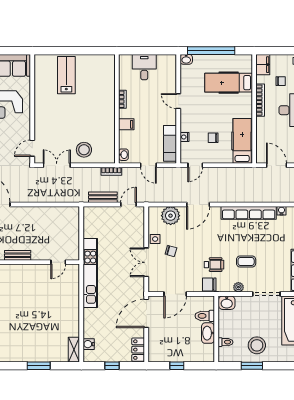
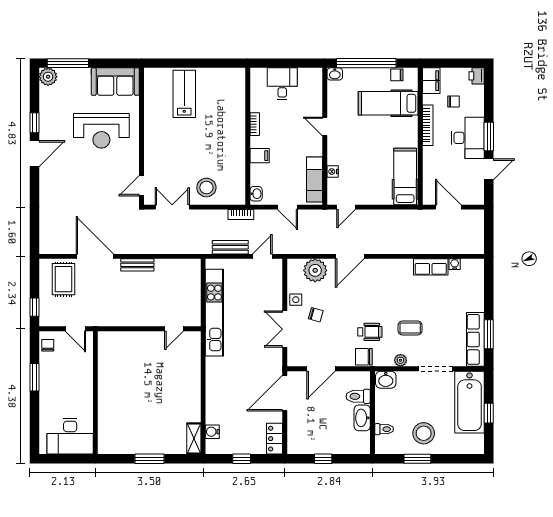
chair: (213, 138) -> (397, 75), moved
row of seats: (249, 213) -> (431, 267), width x0.50
bench: (18, 255) -> (137, 265), moved
kitchen unit: (90, 273) -> (214, 313), moved

